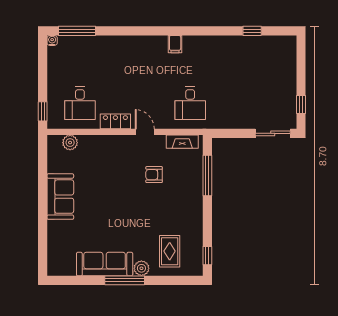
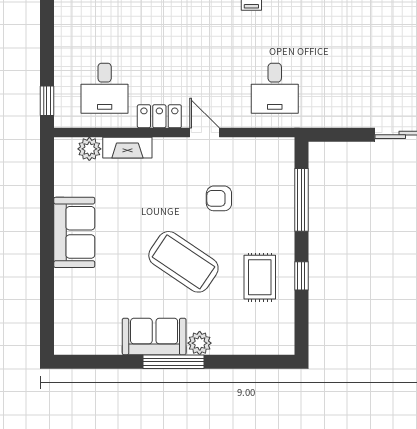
fireplace: (182, 142) -> (127, 148), moved
coffee table: (131, 216) -> (183, 262), added
rug: (170, 251) -> (260, 277), moved
window: (207, 256) -> (301, 276), moved
sofa: (105, 264) -> (154, 337), width x0.73

